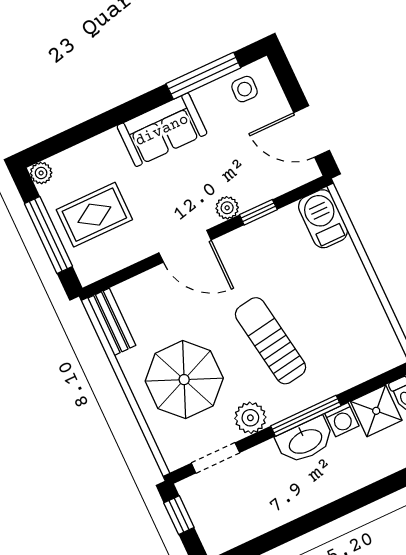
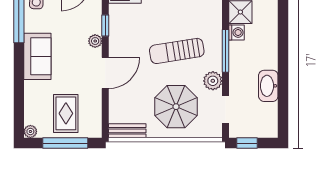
washbasin: (305, 441) -> (268, 86), moved, turned 180

